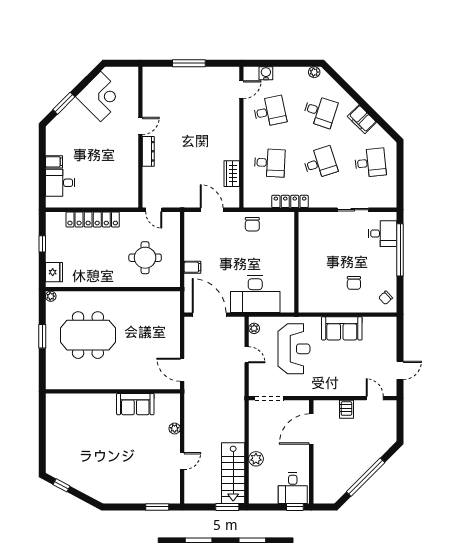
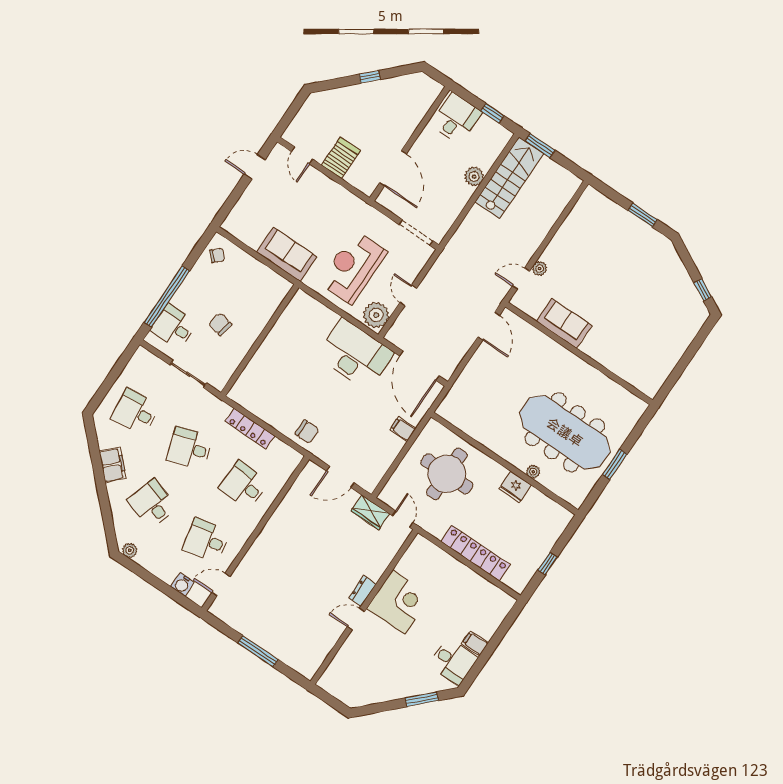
corner desk: (101, 97) -> (399, 602), moved, turned 135
dresser: (148, 151) -> (363, 591), width x0.70
wardrobe: (232, 174) -> (370, 512), moved, turned 90
desk: (60, 183) -> (453, 661), moved
door: (212, 210) -> (340, 477), hinge flipped
chair: (252, 224) -> (307, 432), turned 90
round table: (145, 258) -> (447, 474), width x1.36, depth x1.36
wall: (296, 262) -> (260, 340), moved
fridge: (54, 272) -> (515, 487), moved, turned -90
chair: (354, 283) -> (220, 324), moved, turned -79
plant: (51, 296) -> (533, 472), moved
plant: (254, 328) -> (376, 315), width x1.88, depth x1.88
meeting table: (88, 335) -> (565, 432), width x1.36
server rack: (346, 409) -> (341, 158), width x1.36, depth x1.44
door: (311, 429) -> (393, 168), hinge flipped
door: (182, 461) -> (521, 279), moved
window: (366, 477) -> (370, 77), width x0.32
window: (157, 507) -> (643, 215), moved
window: (295, 507) -> (492, 113), moved

